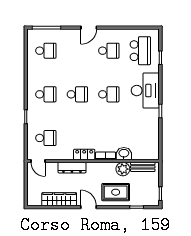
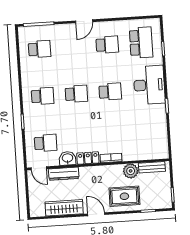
washbasin: (124, 154) -> (67, 158), moved
dresser: (72, 168) -> (64, 174), moved

